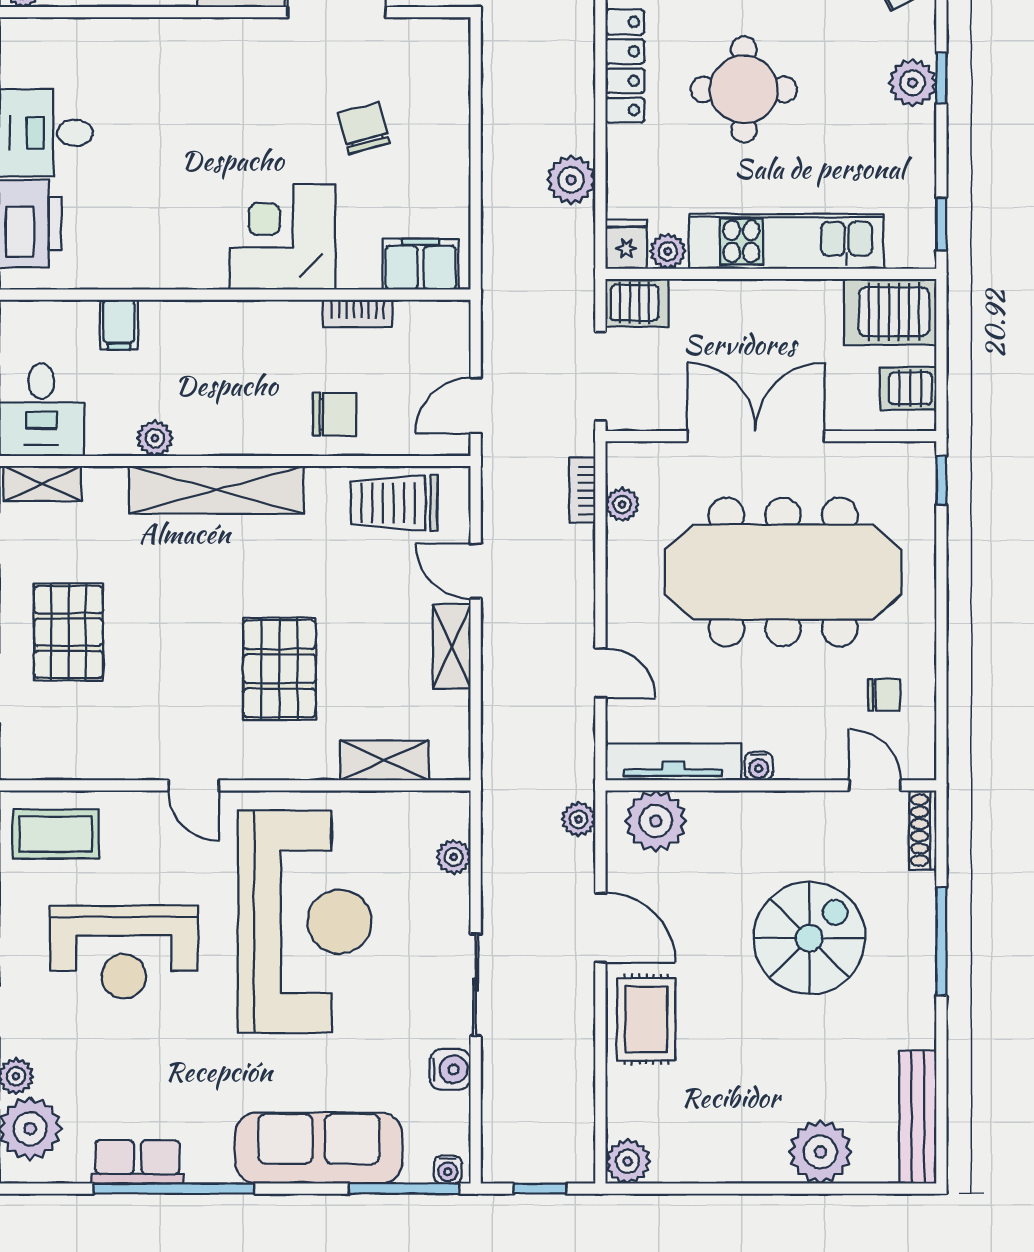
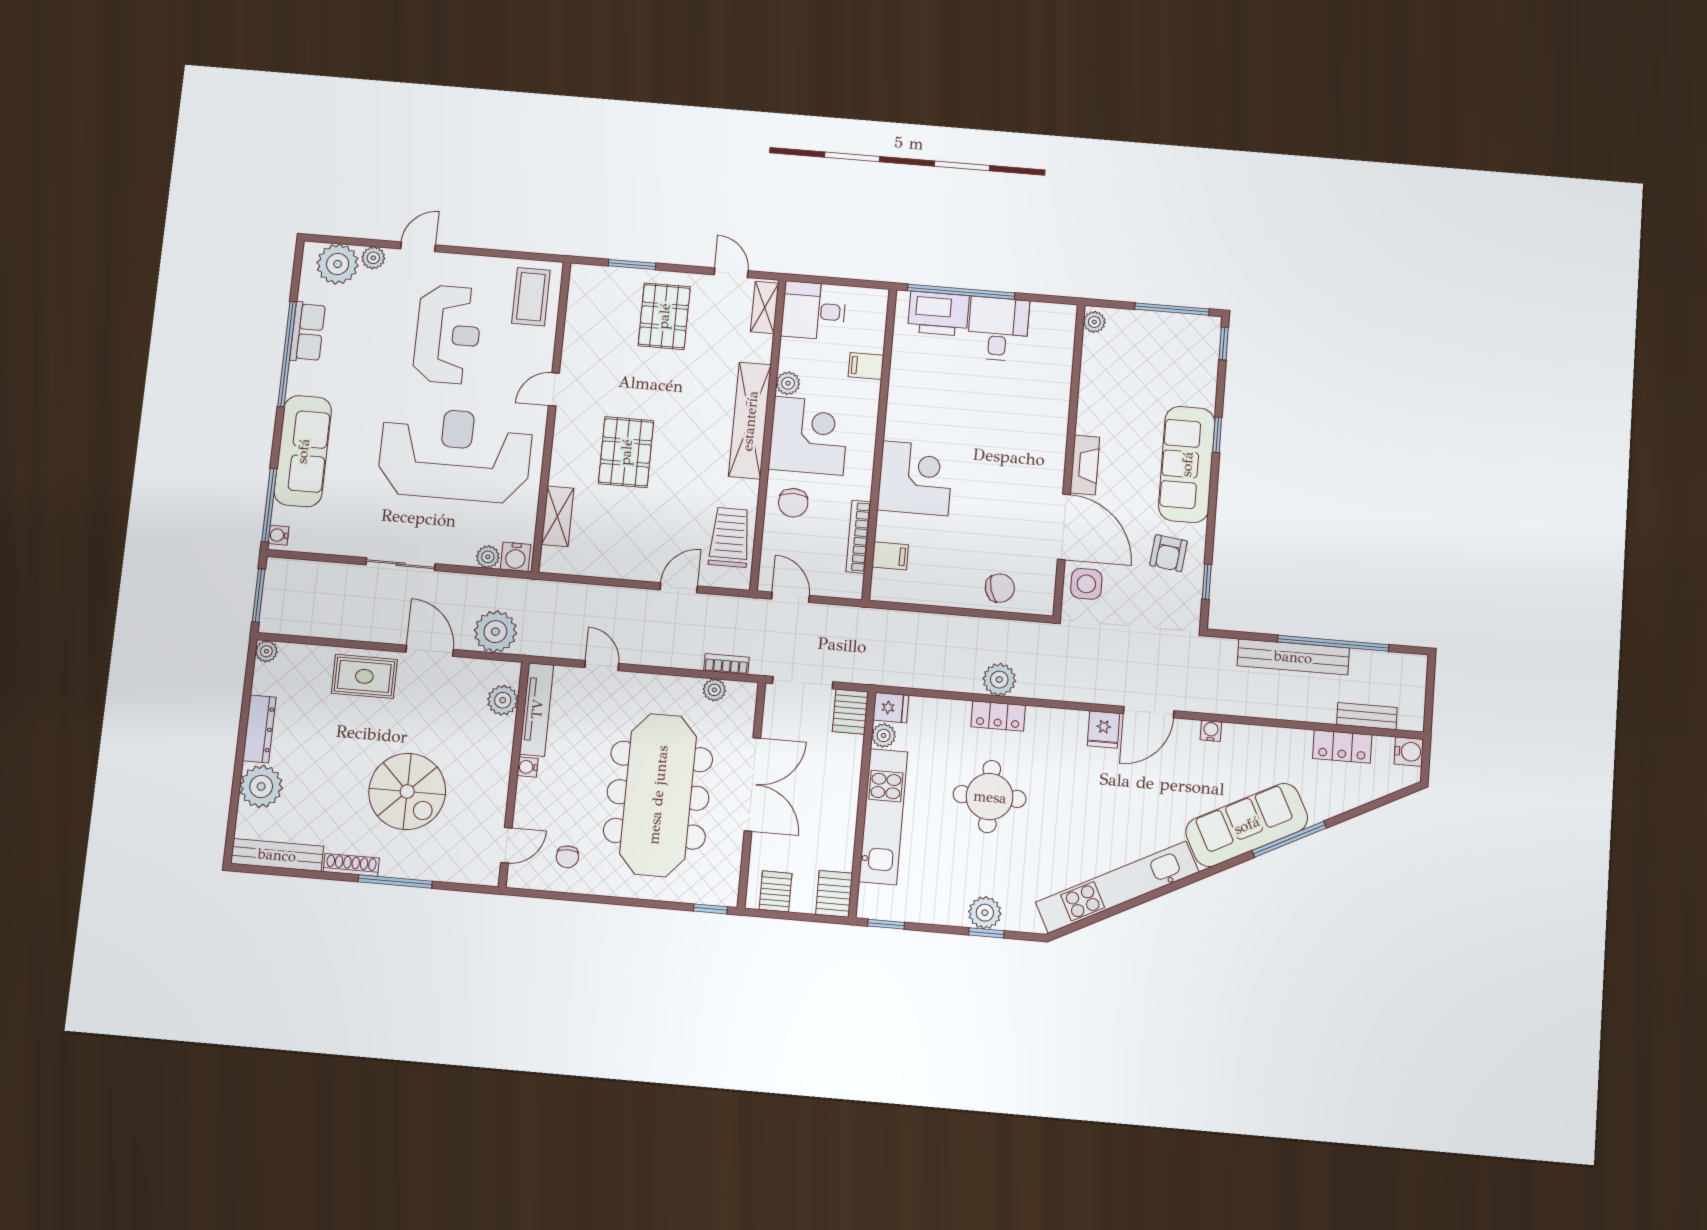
locker: (625, 66) -> (998, 716), width x0.66
chair: (364, 128) -> (1000, 588), moved
plant: (571, 180) -> (999, 680), moved
filing cabinet: (421, 264) -> (890, 556), width x0.50
server rack: (890, 312) -> (834, 894), width x0.73, depth x0.70
bookcase: (358, 314) -> (858, 537), width x1.56
corner desk: (232, 400) -> (809, 436), added
pallet: (69, 632) -> (664, 316), turned 90
shelving: (452, 646) -> (630, 568), removed
pallet: (279, 669) -> (626, 452), turned 90
door: (600, 673) -> (602, 666), swing flipped
plant: (579, 819) -> (495, 632), width x1.87, depth x1.87
plant: (656, 821) -> (503, 700), width x0.73, depth x0.73
shoe rack: (923, 830) -> (351, 865), moved
reception desk: (305, 922) -> (455, 455), turned 180
door: (600, 928) -> (430, 651), swing flipped
reception desk: (124, 952) -> (448, 334), turned 180
water cooler: (450, 1069) -> (516, 557), moved
plant: (628, 1161) -> (266, 651), width x0.73, depth x0.73
dresser: (737, 1164) -> (259, 729), added
window: (540, 1189) -> (259, 595), width x1.50

